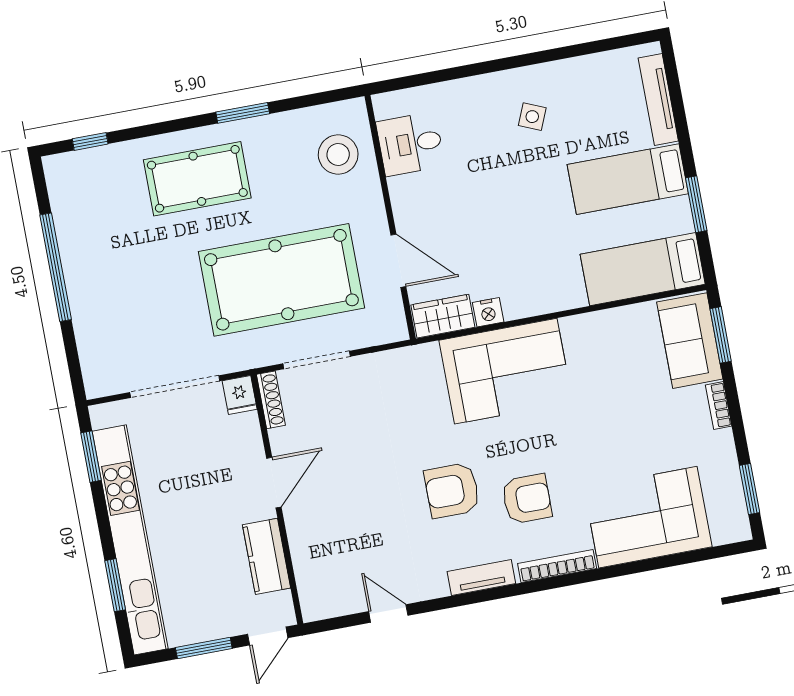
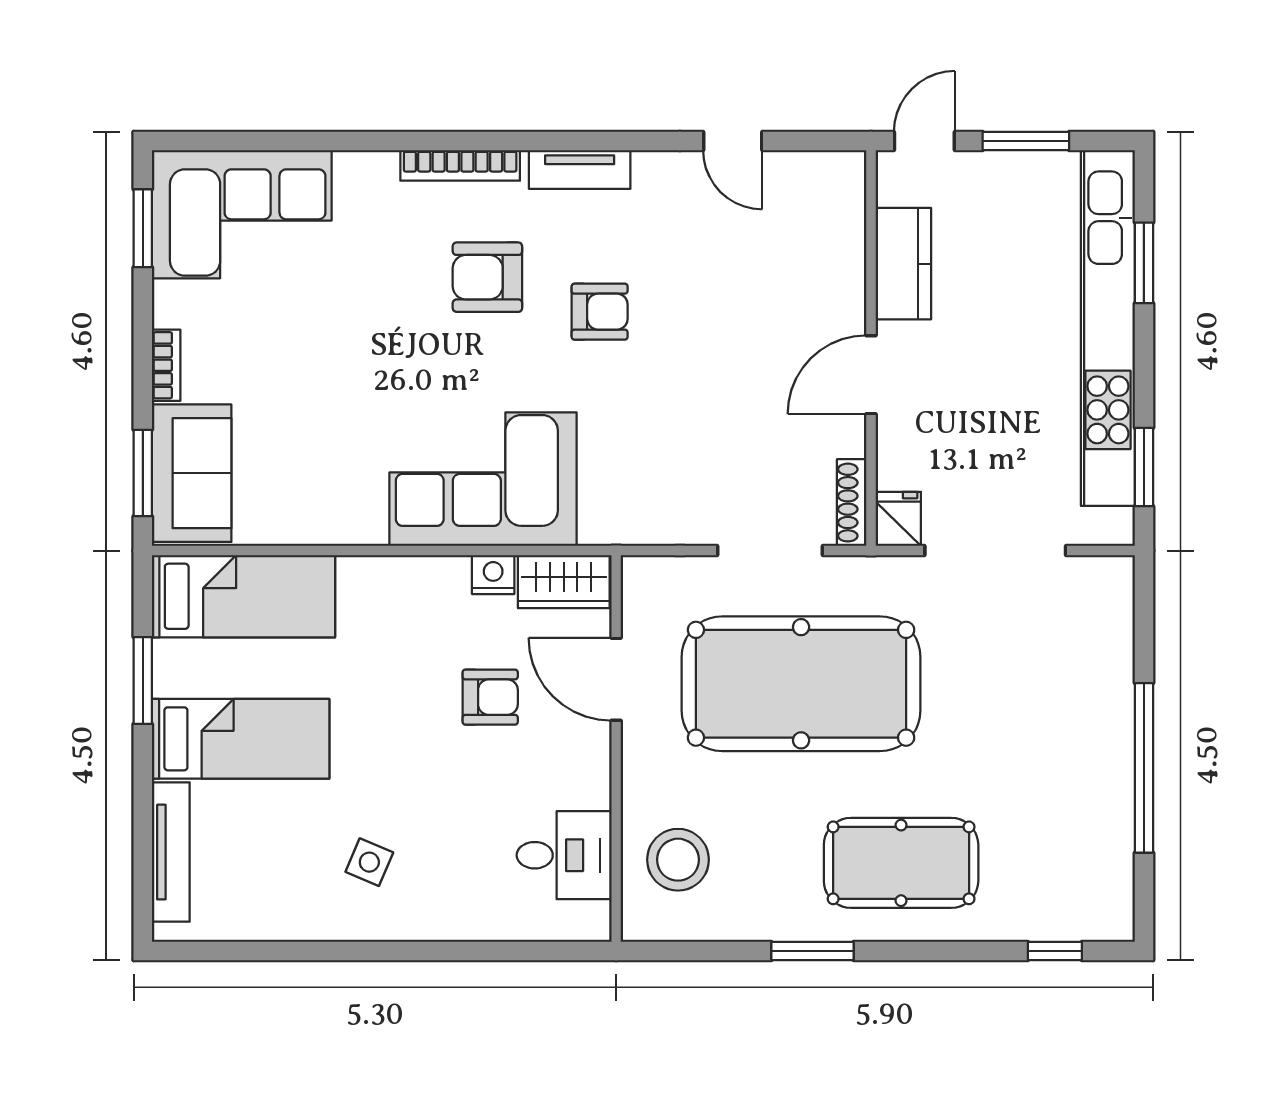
armchair: (476, 235) -> (490, 697), added
armchair: (452, 490) -> (600, 312), width x0.72, depth x0.72
corner sofa: (648, 517) -> (242, 214), moved

